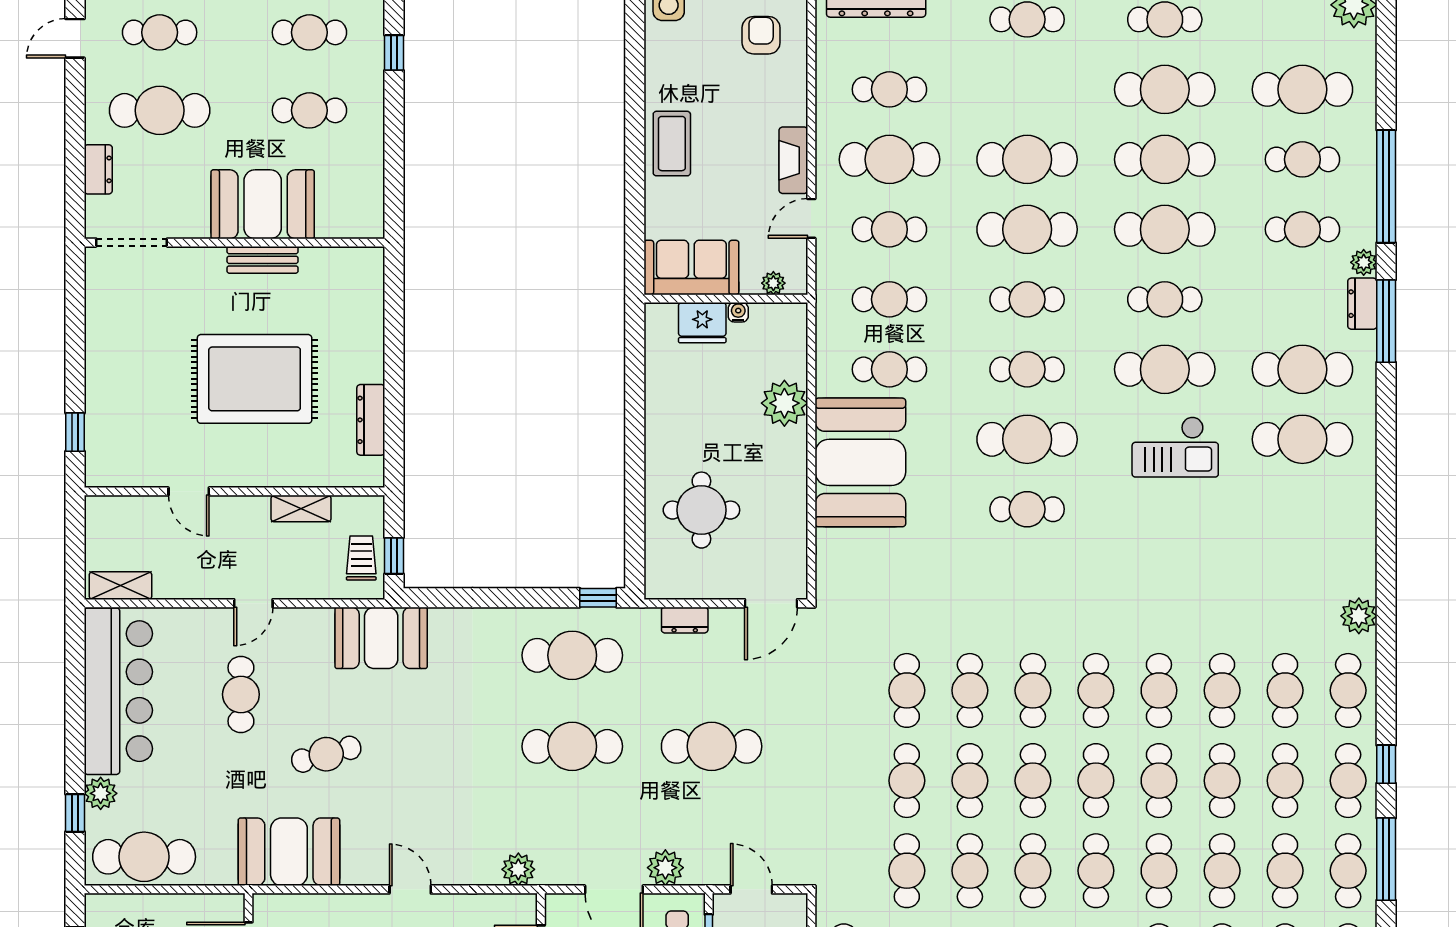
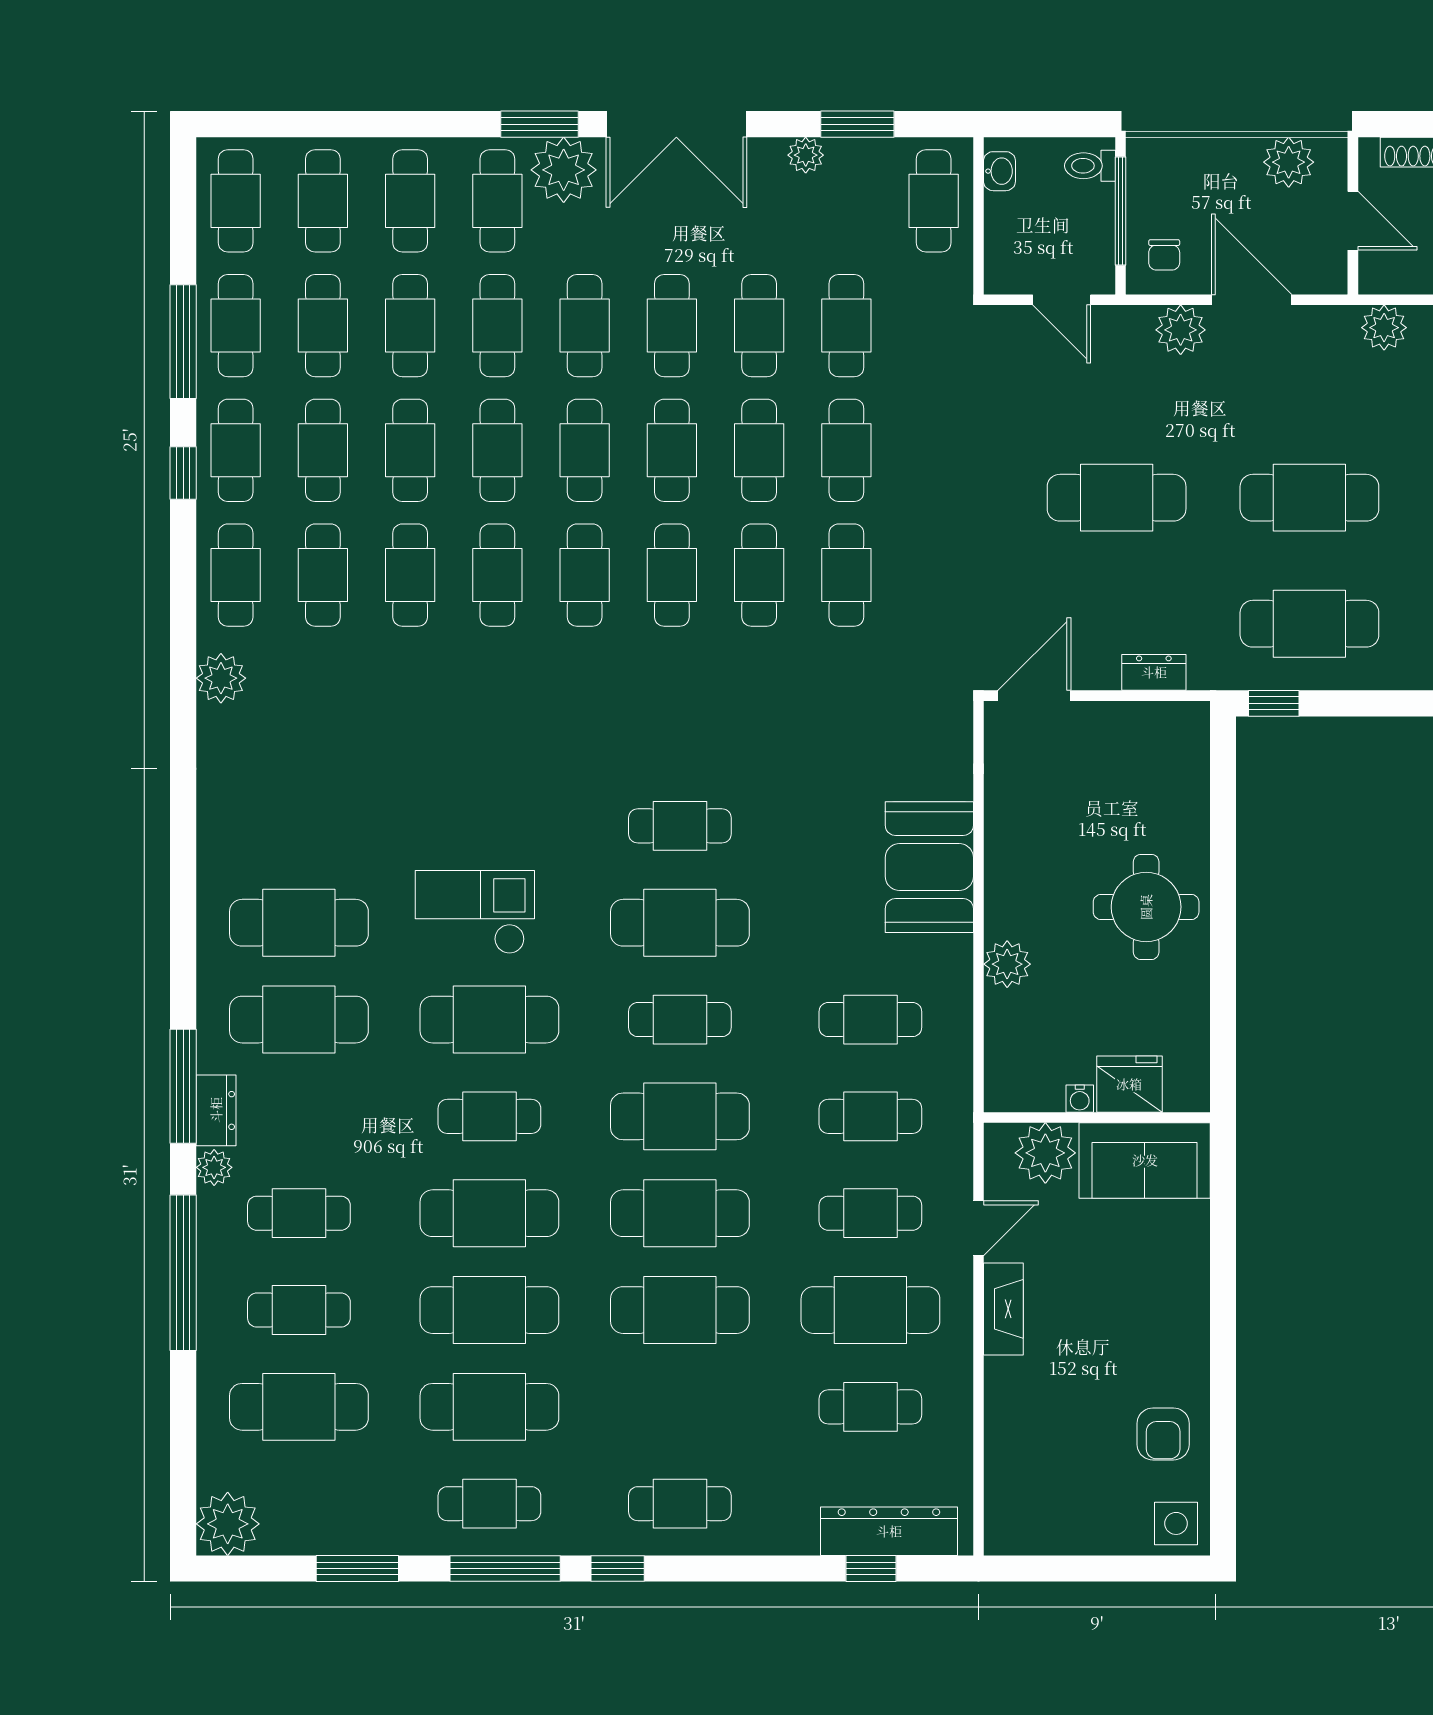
armchair: (761, 35) -> (1163, 1434), moved
coffee table: (672, 144) -> (1172, 1332), removed
plant: (773, 283) -> (1045, 1153), width x1.87, depth x1.87
cafe table: (1027, 299) -> (680, 1116), width x1.37, depth x1.35
plant: (784, 403) -> (1007, 964), width x0.73, depth x0.73
booth: (860, 462) -> (929, 867), width x0.73, depth x0.70
round table: (701, 510) -> (1146, 907), moved

